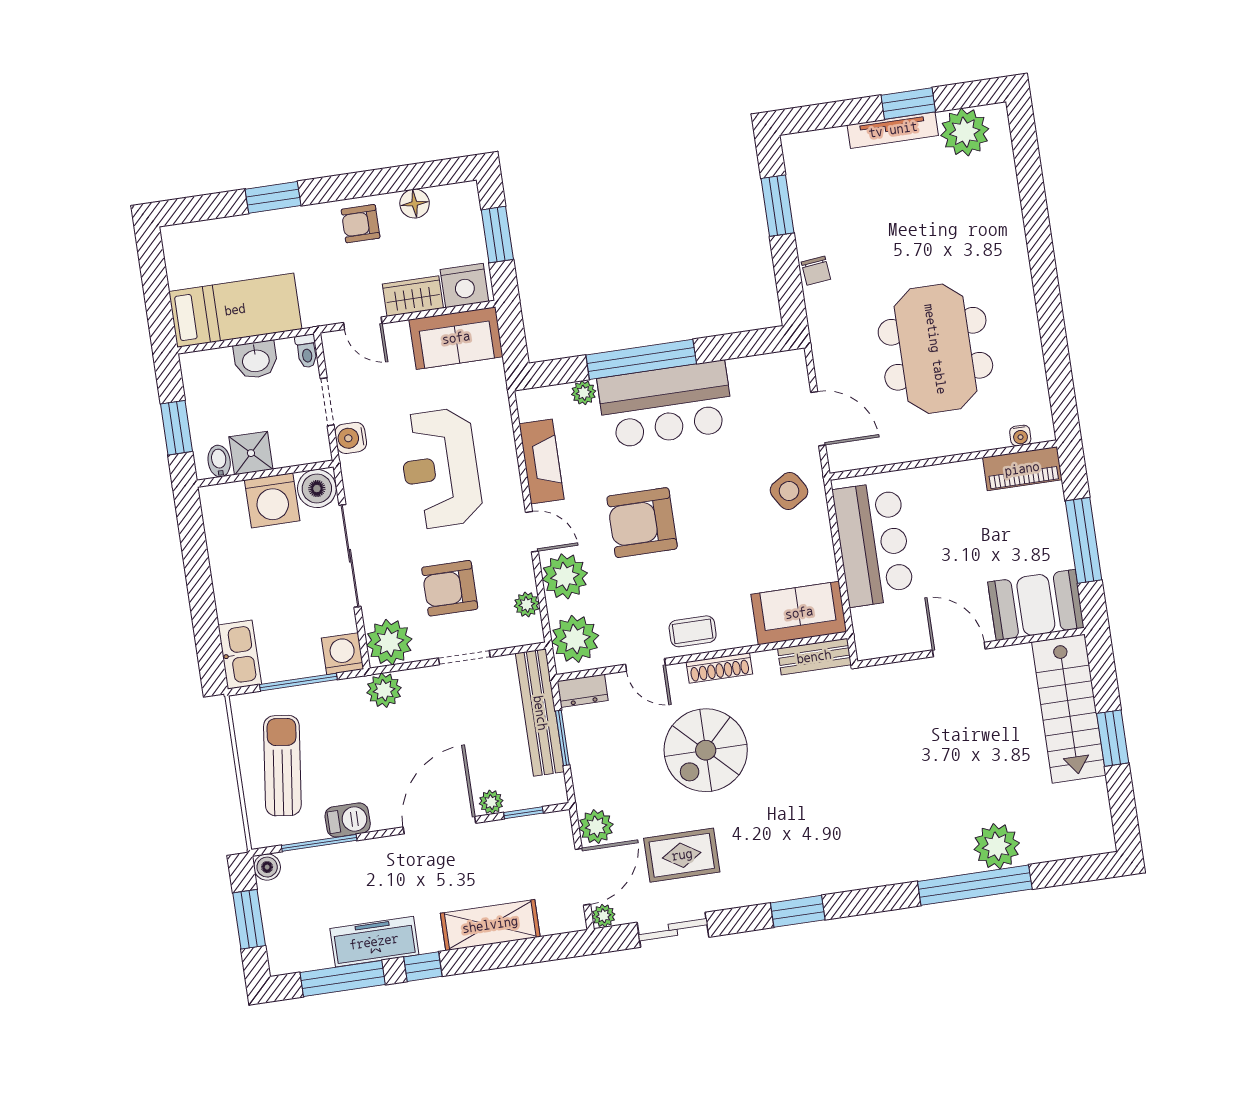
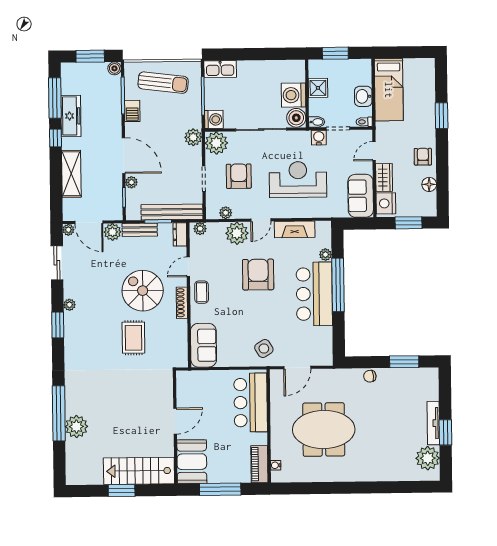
bidet: (219, 461) -> (317, 122), moved
bar counter: (873, 544) -> (251, 402), moved, turned 90
plant: (575, 639) -> (200, 229), width x0.53, depth x0.53
bench: (814, 657) -> (140, 230), moved, turned 90
rug: (682, 855) -> (133, 338), moved
plant: (754, 893) -> (69, 305), added

